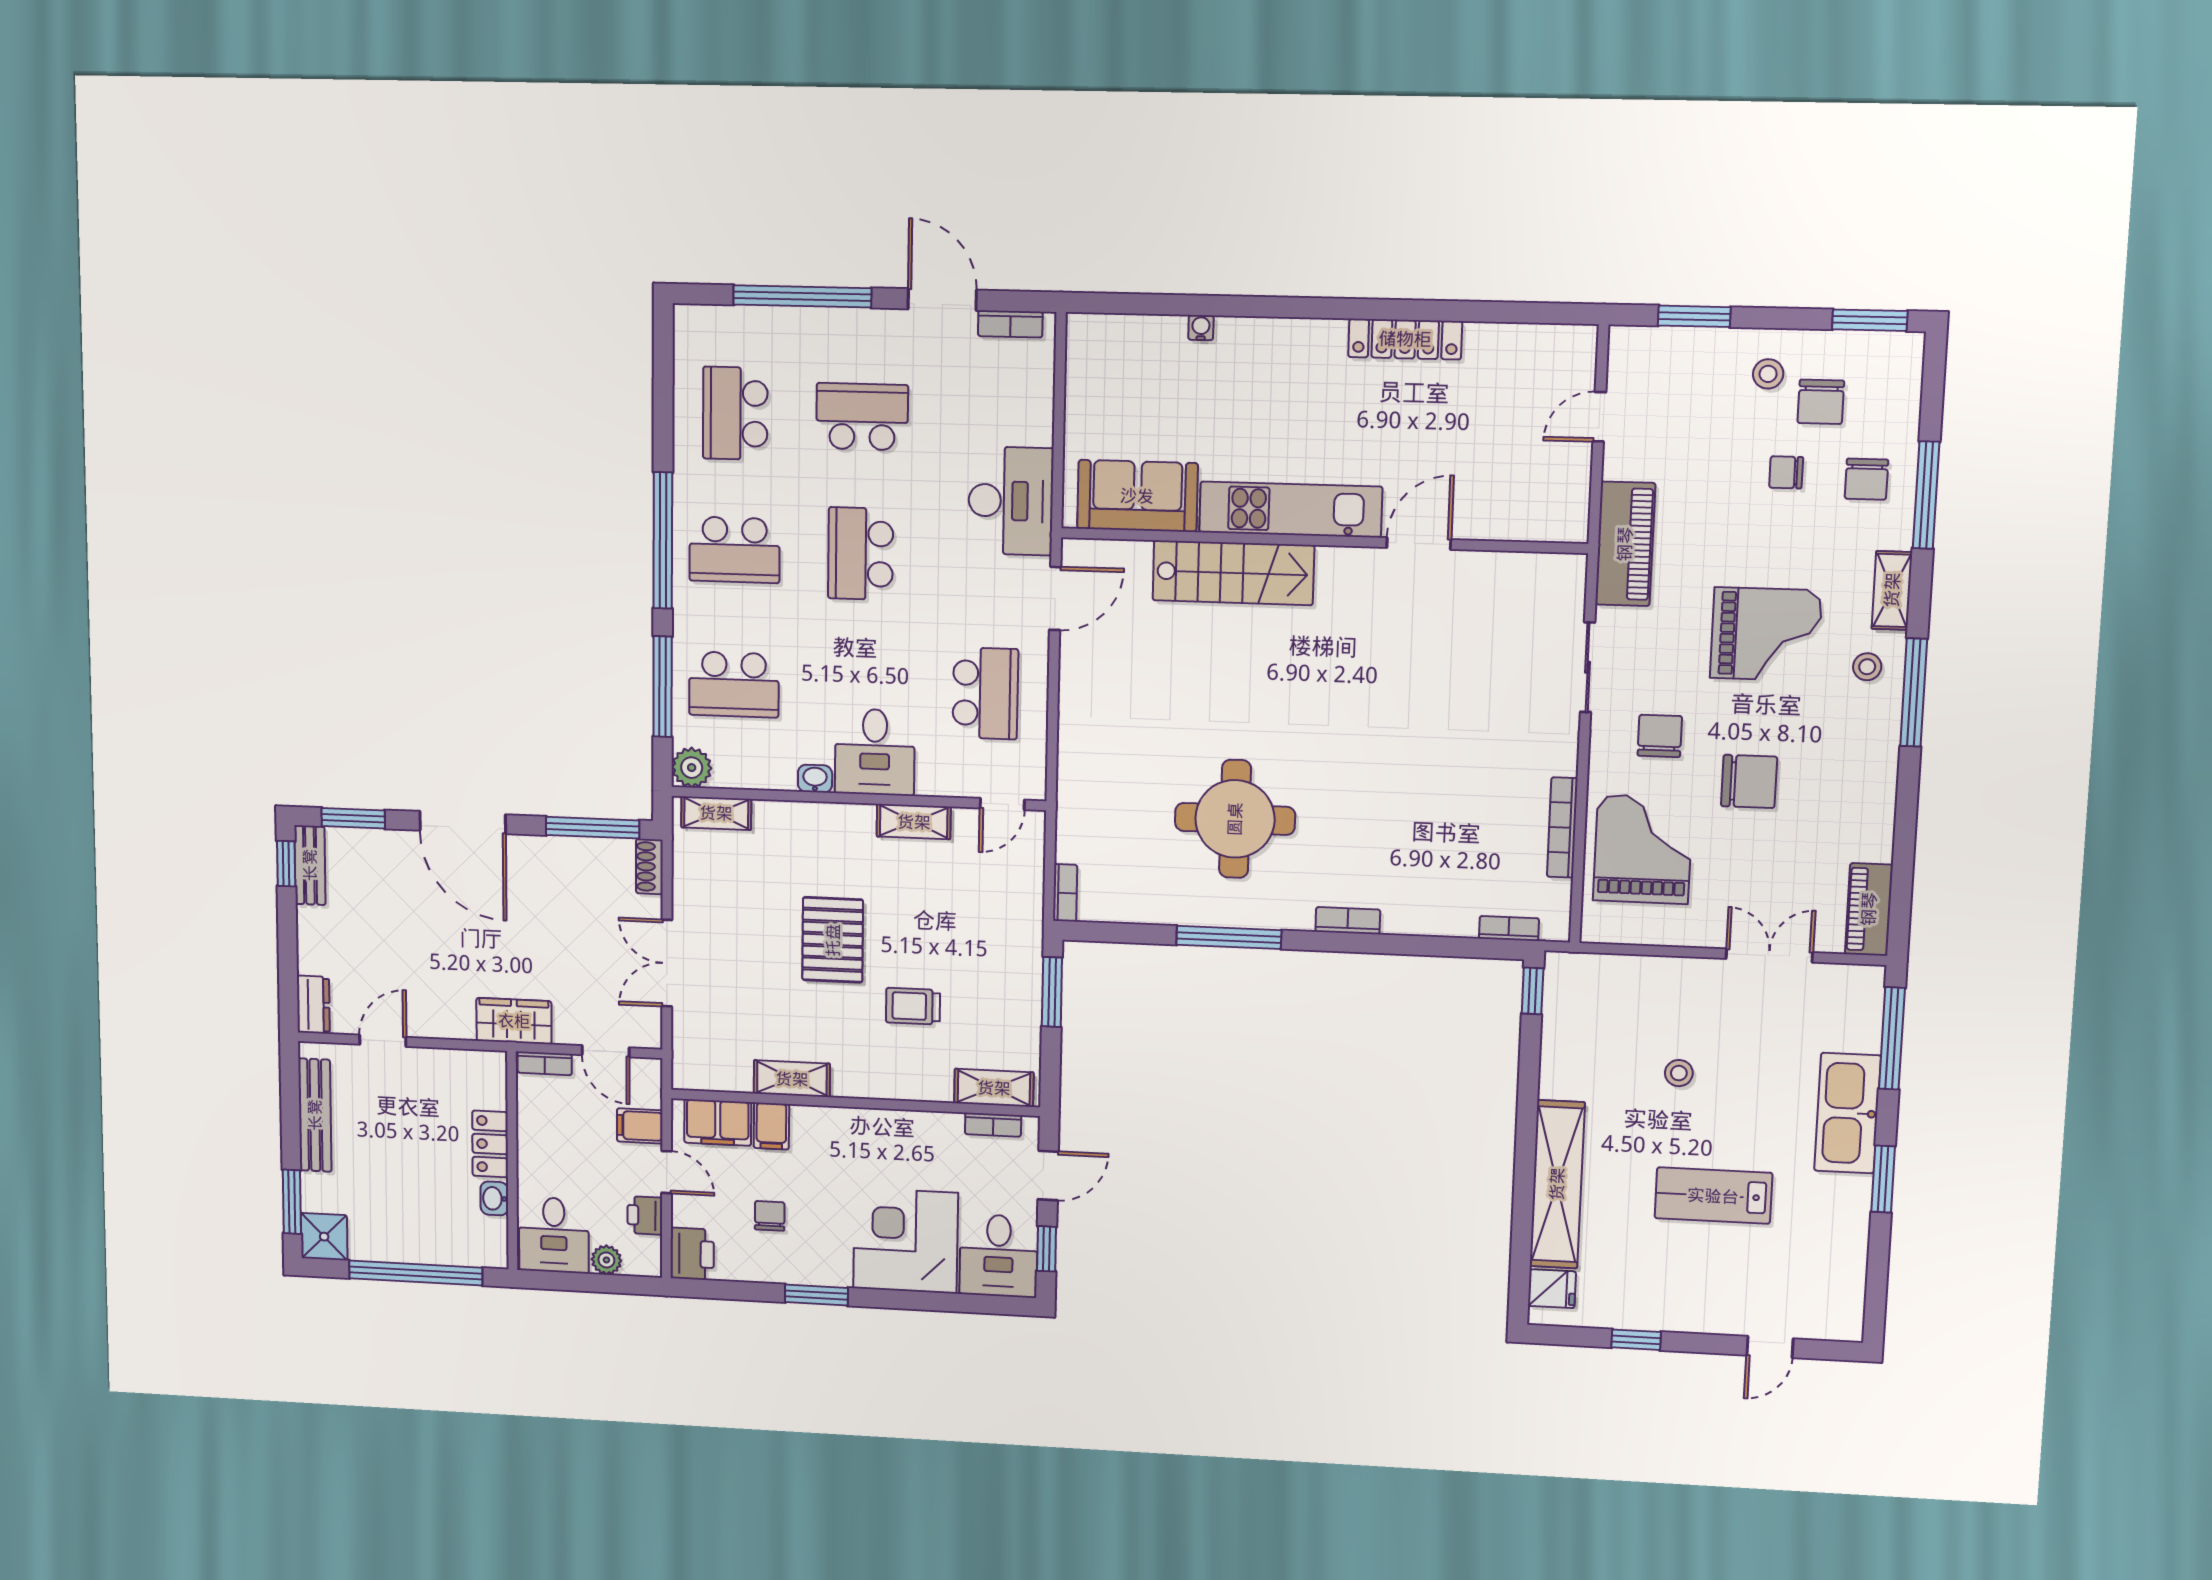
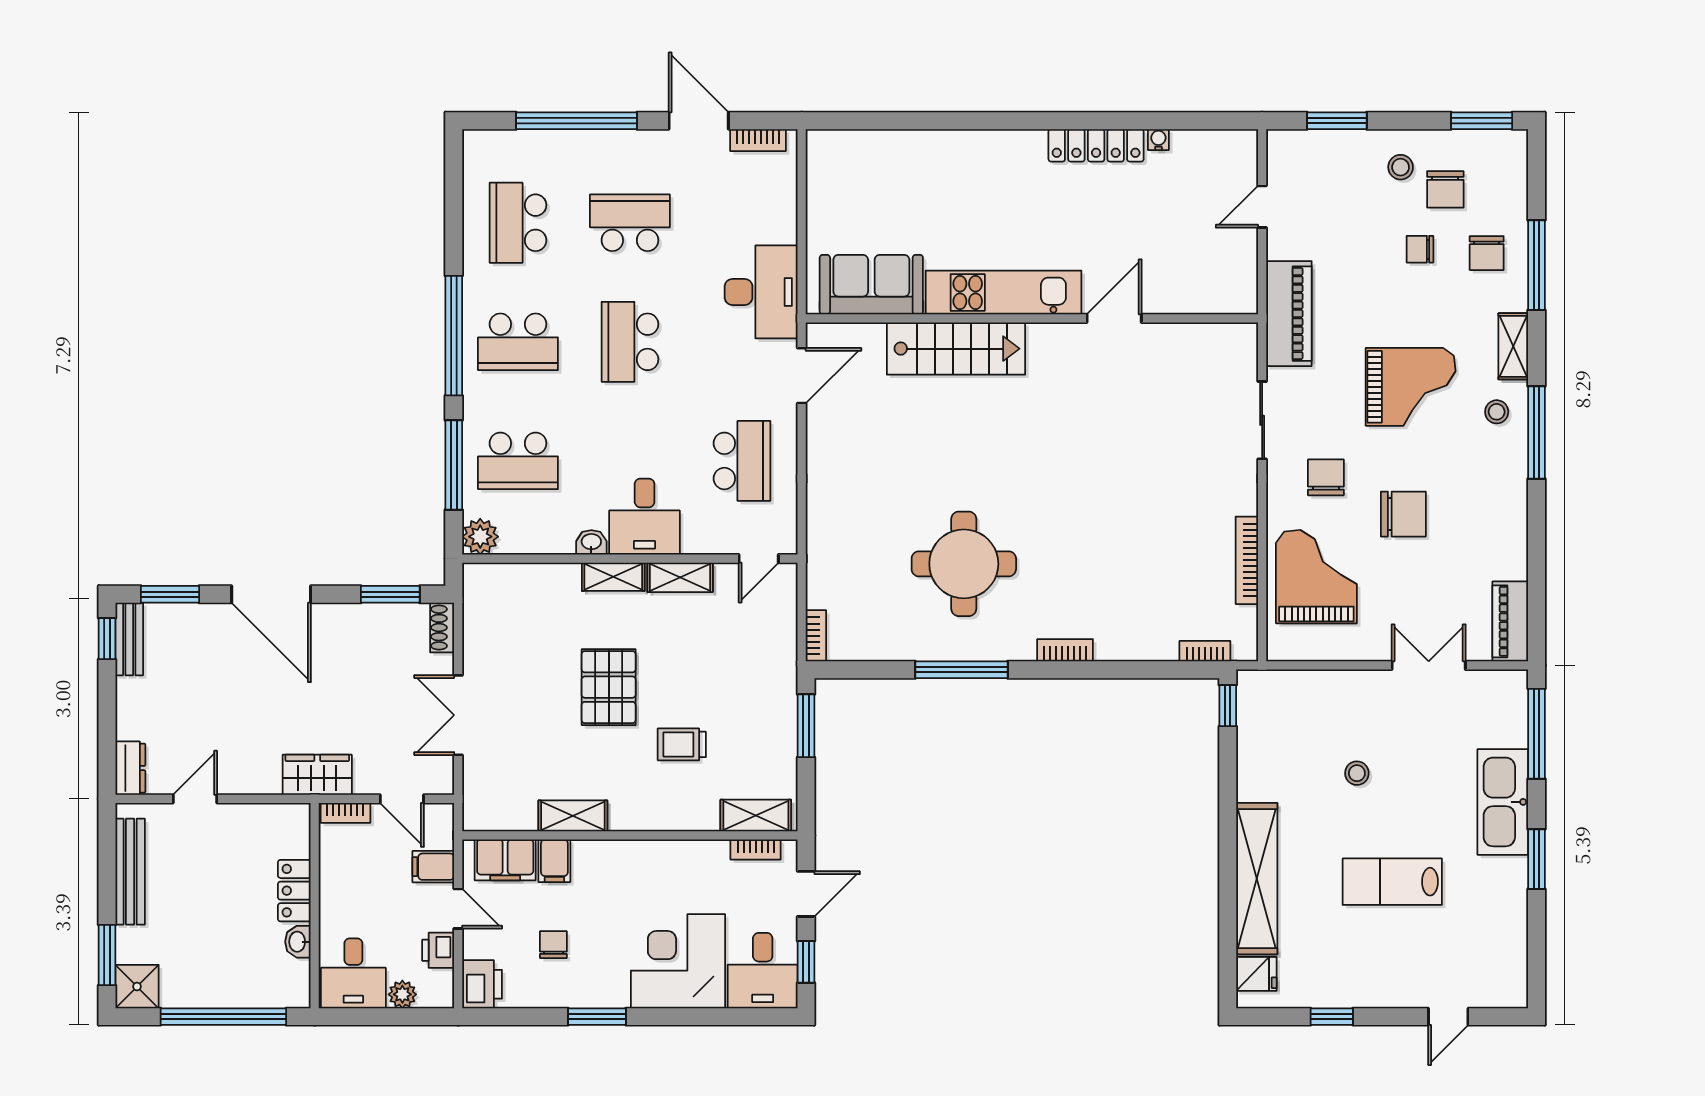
water cooler: (1201, 328) -> (1158, 140), moved
shelving: (716, 813) -> (613, 577), moved
window: (593, 828) -> (390, 594), width x0.69

